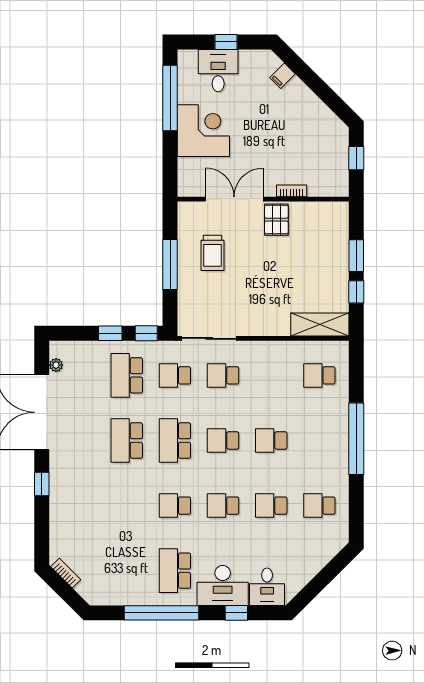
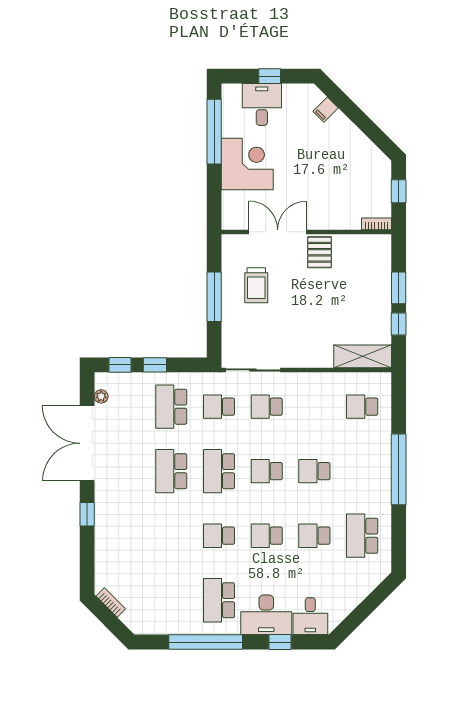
bookcase: (292, 191) -> (377, 224), moved
window: (146, 333) -> (120, 365), moved
school desk: (319, 506) -> (362, 536), width x1.85

